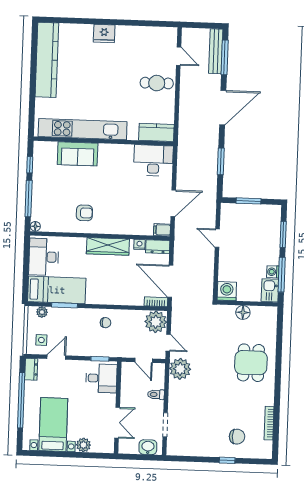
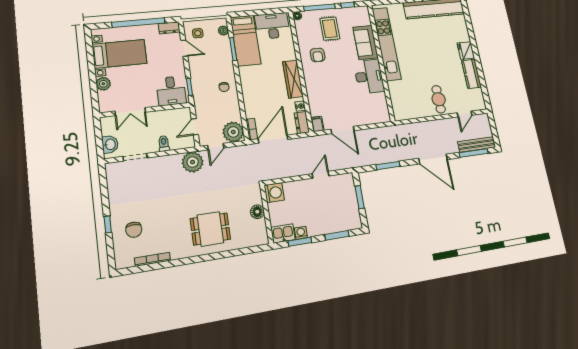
kitchen counter: (156, 132) -> (472, 74), moved, turned 180
desk: (153, 160) -> (369, 76), moved
rug: (55, 192) -> (330, 29), added
window: (282, 275) -> (300, 242), width x0.69

